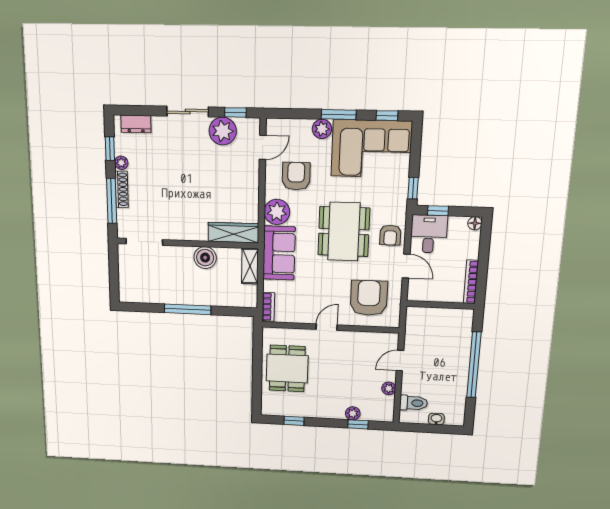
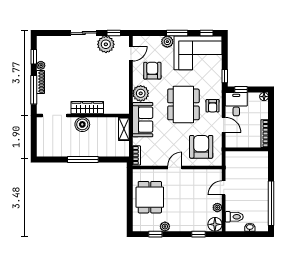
dresser: (136, 124) -> (51, 41), removed
wardrobe: (233, 233) -> (87, 108), moved
boiler: (205, 258) -> (82, 124), moved
window: (474, 365) -> (271, 203), moved
floor lamp: (384, 412) -> (215, 224), added
plant: (353, 413) -> (165, 227), moved

